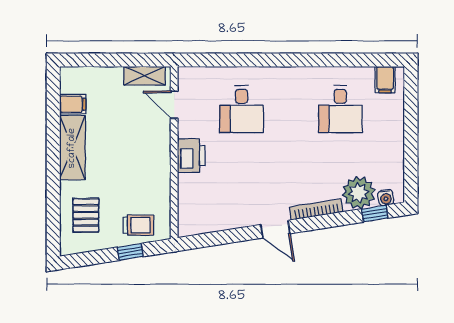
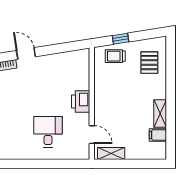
shelving: (72, 148) -> (160, 113), width x0.67, depth x0.75

